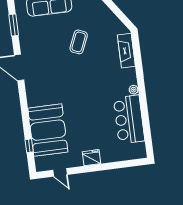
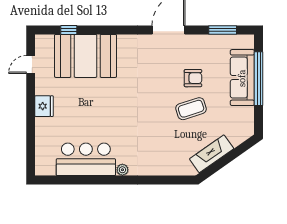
coffee table: (79, 42) -> (191, 109), turned -41
armchair: (54, 43) -> (193, 78), added
fireplace: (126, 51) -> (212, 154), moved, turned -35

